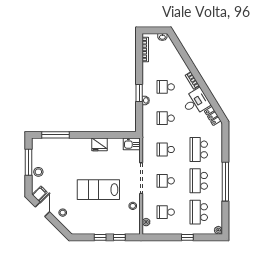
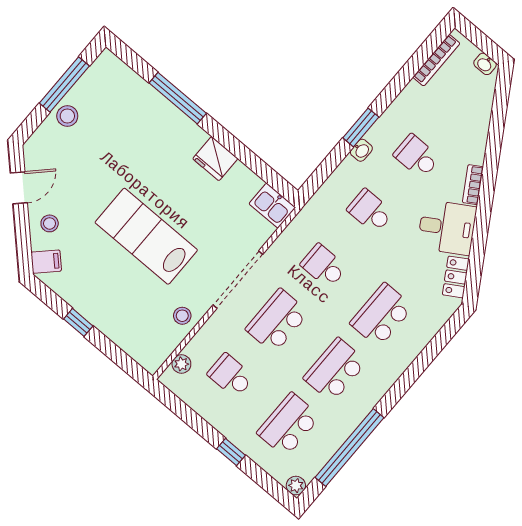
window: (56, 135) -> (178, 98), moved
school desk: (166, 181) -> (277, 321), width x1.85
window: (225, 182) -> (350, 448), moved
filing cabinet: (40, 194) -> (46, 262), moved
window: (119, 237) -> (112, 351), removed

